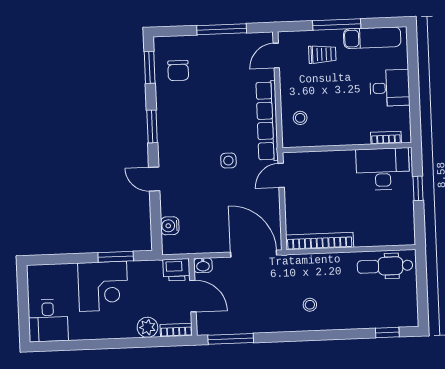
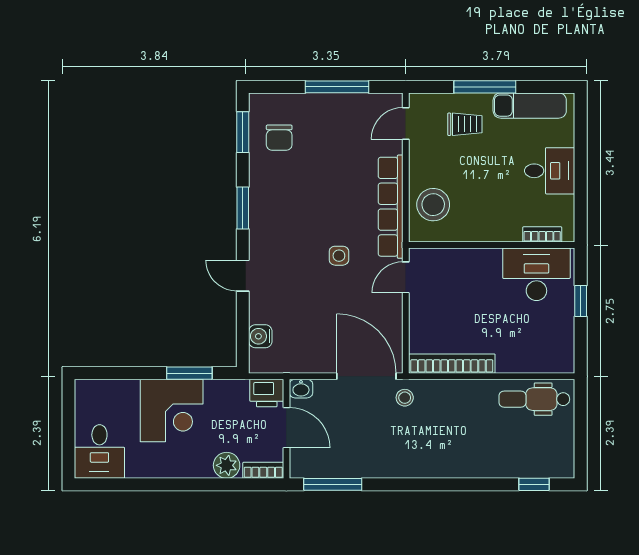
stool: (300, 118) -> (433, 205), width x1.89, depth x1.89
stool: (310, 305) -> (405, 398), moved

